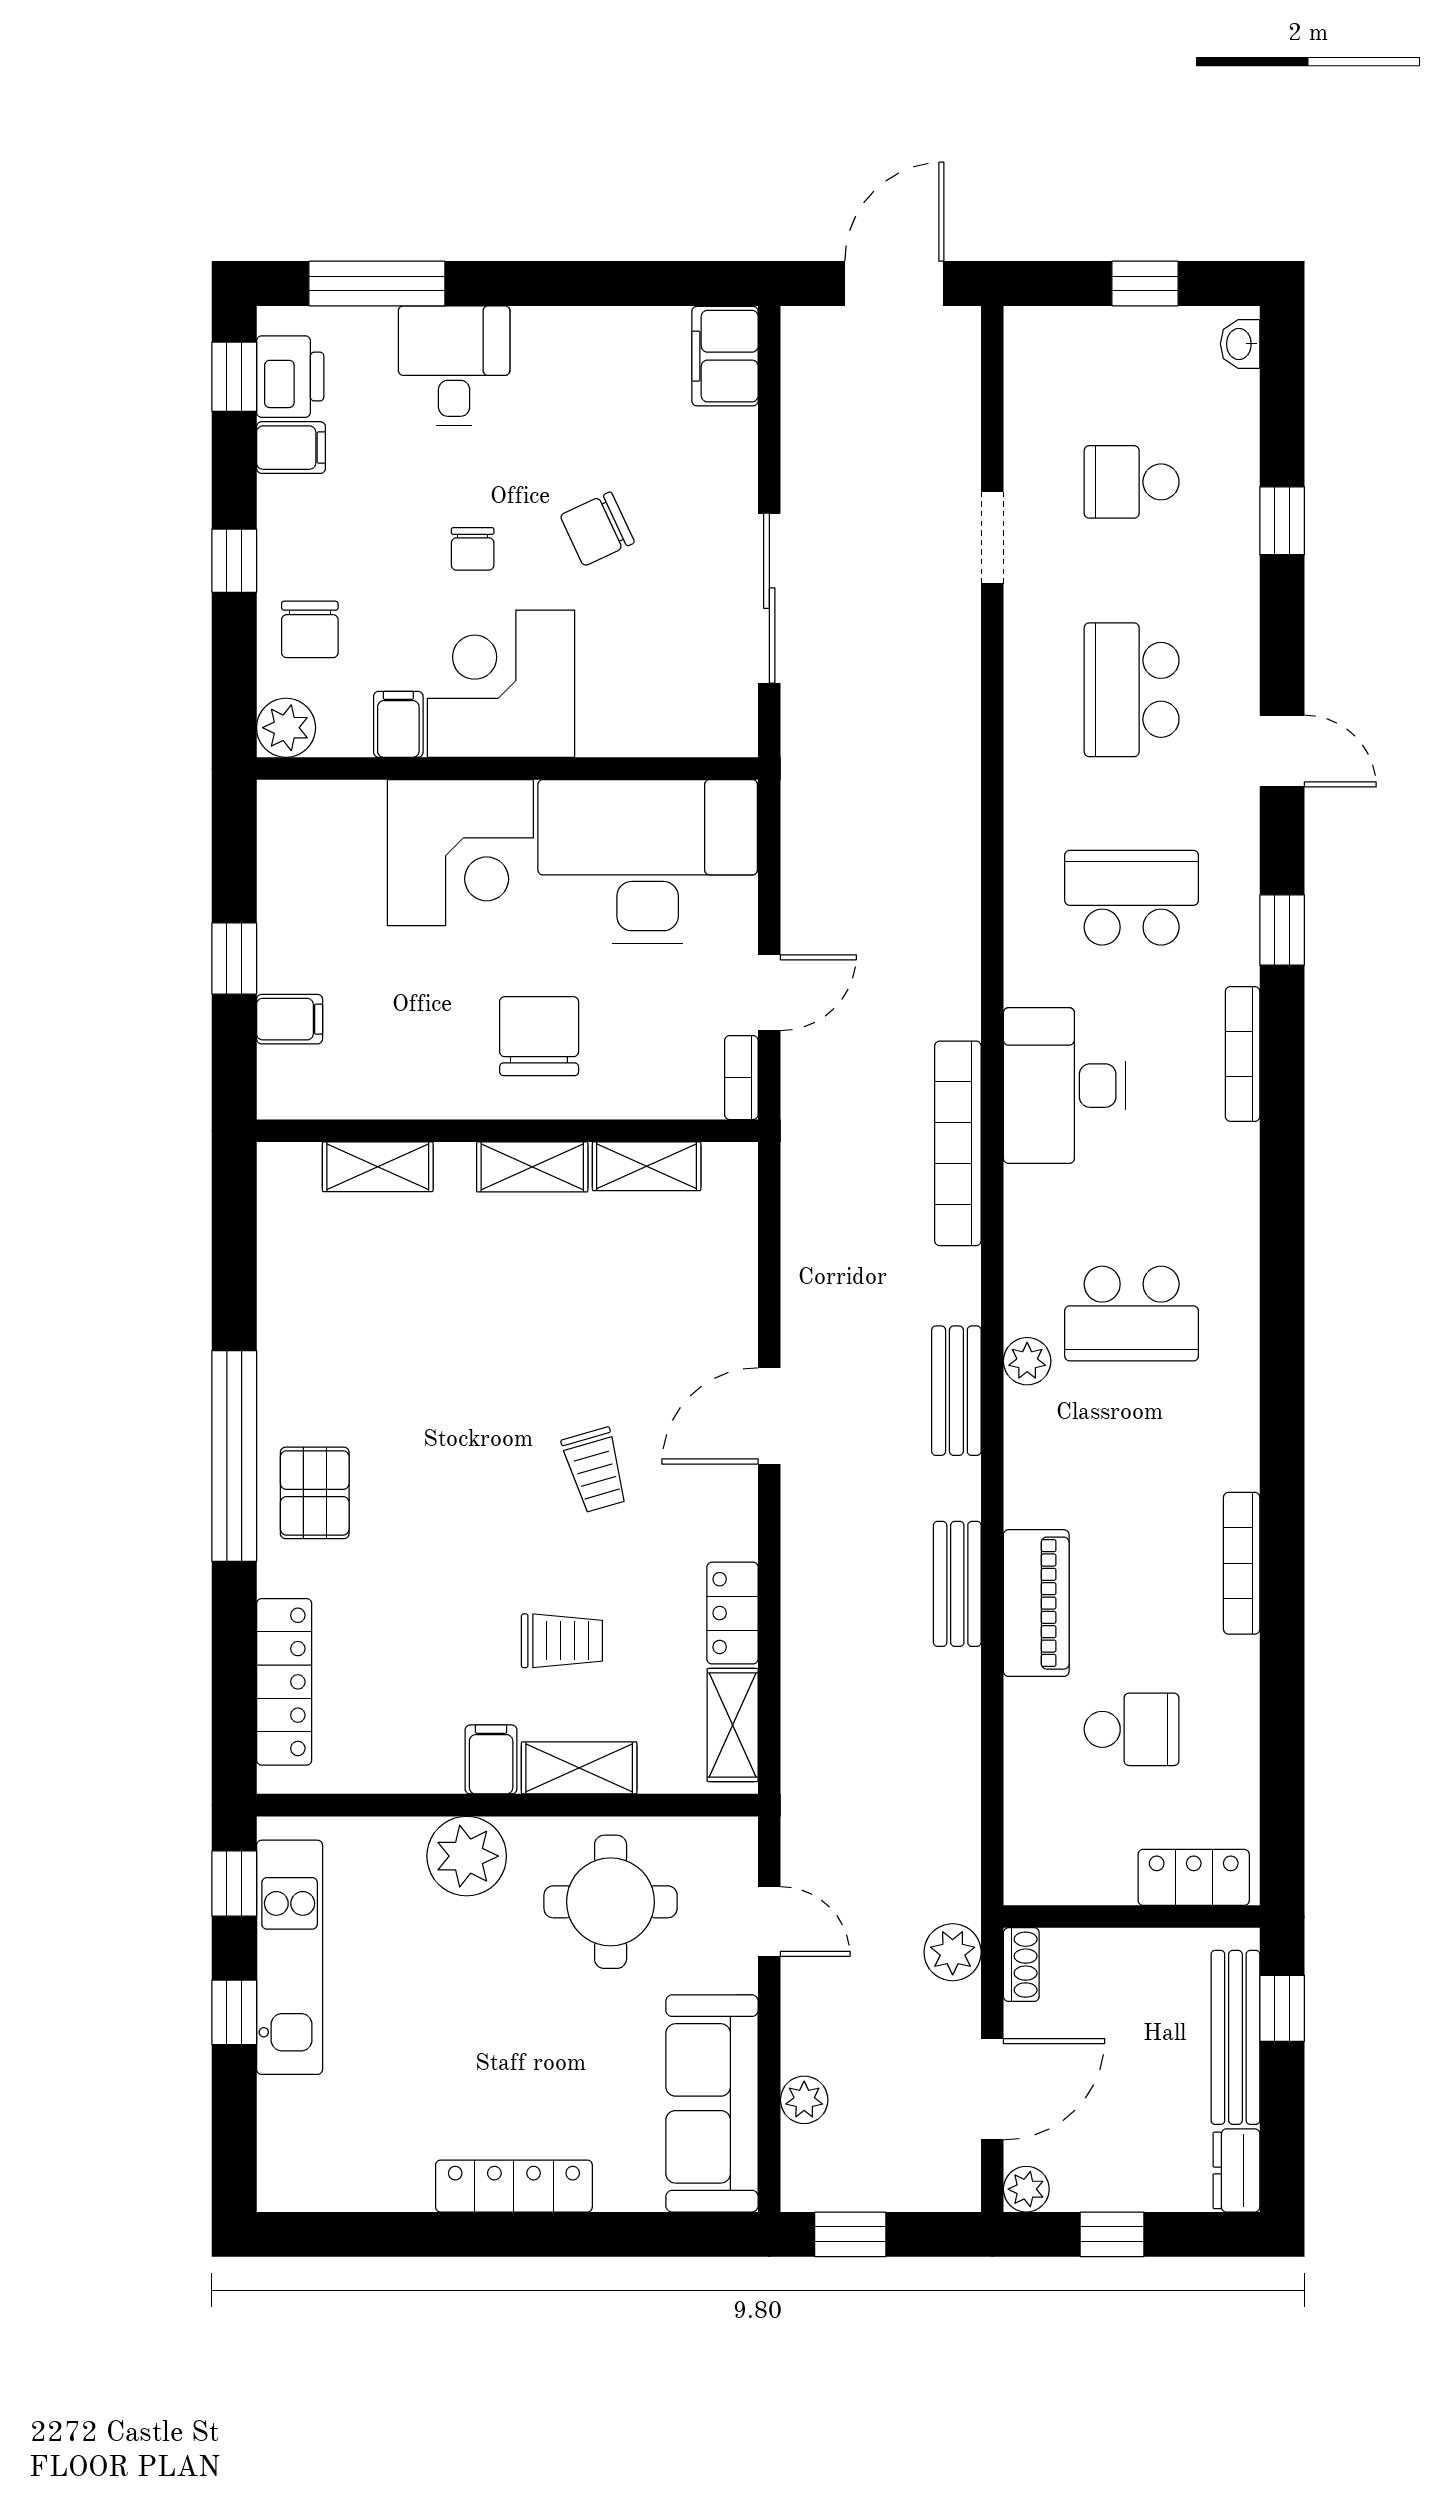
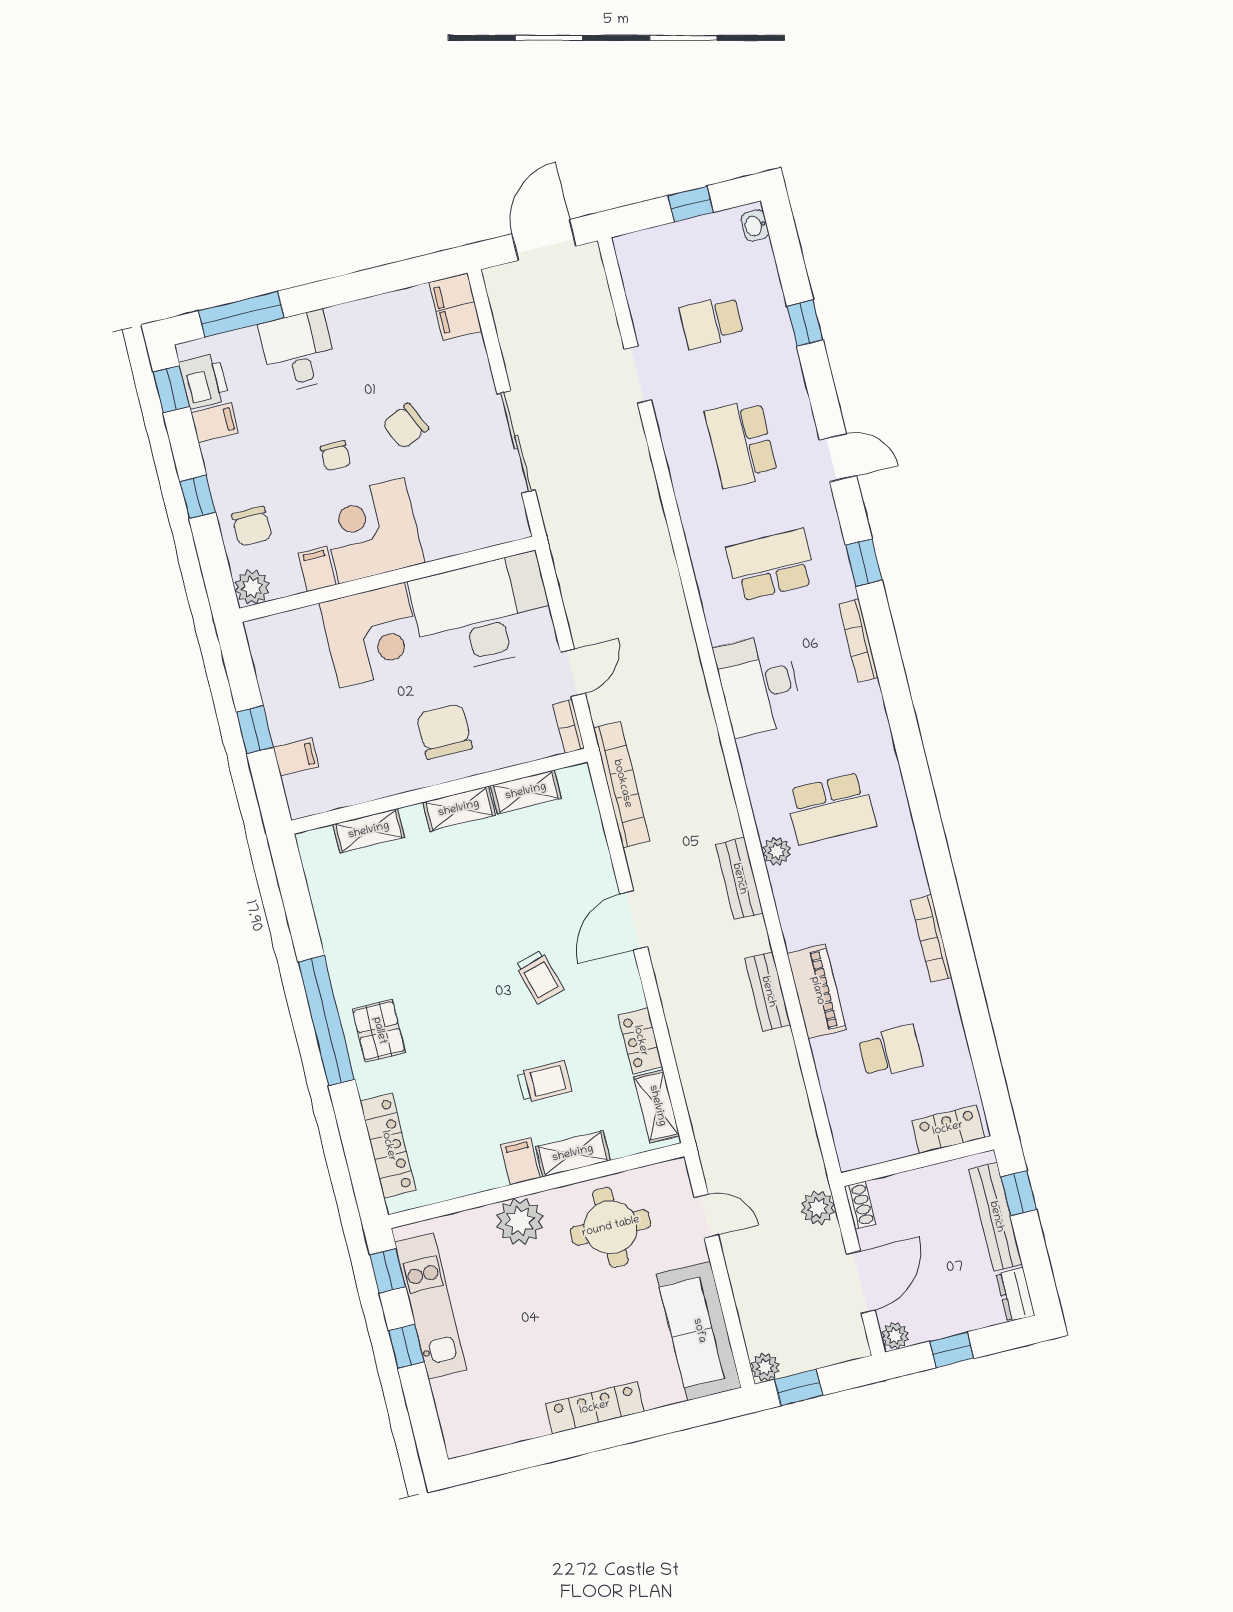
bookcase: (958, 1143) -> (622, 784), moved, turned 180
plant: (804, 2100) -> (765, 1367), moved

